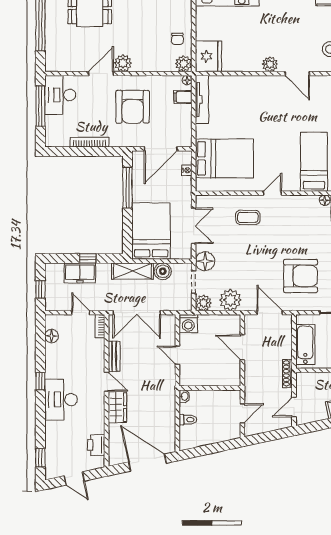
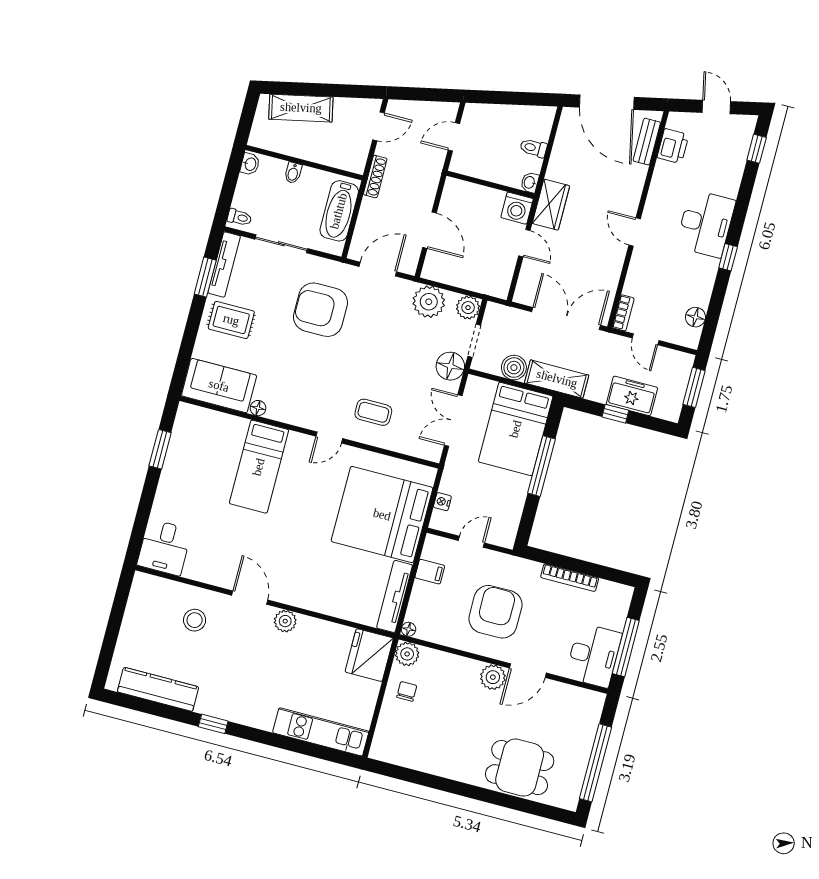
filing cabinet: (183, 97) -> (430, 572), moved
door: (161, 149) -> (471, 542), width x0.53
bed: (224, 158) -> (382, 515), width x1.36
window: (127, 188) -> (541, 466), moved
window: (40, 289) -> (694, 387), width x1.50
door: (270, 313) -> (378, 269), swing flipped
washing machine: (188, 324) -> (517, 208), moved, turned 180
bench: (114, 356) -> (647, 142), moved
wardrobe: (117, 407) -> (551, 205), moved, turned 180

